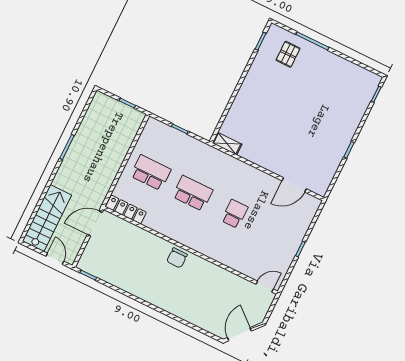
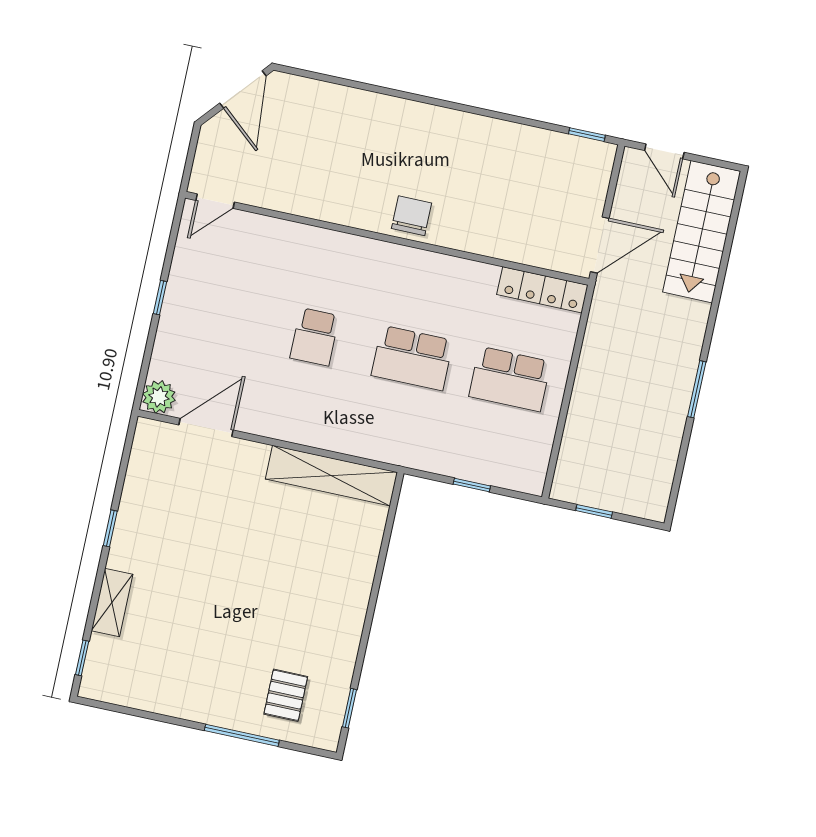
shelving: (357, 116) -> (112, 603), added
shelving: (227, 144) -> (331, 476), width x2.20, depth x1.33
plant: (312, 204) -> (159, 397), added

